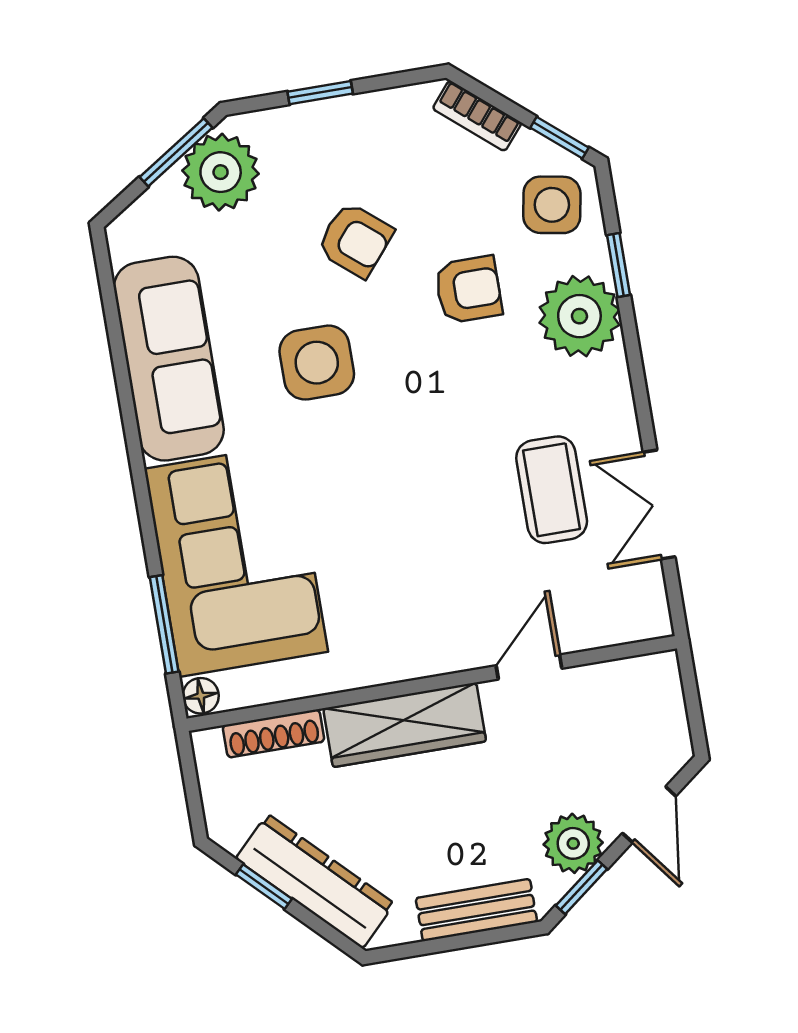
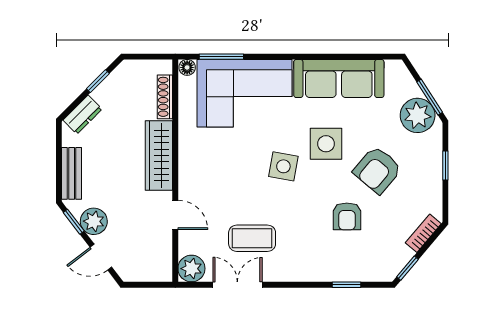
side table: (552, 205) -> (283, 166), moved
armchair: (355, 240) -> (377, 170), width x1.38, depth x1.38
plant: (579, 316) -> (191, 269), moved, width x0.73, depth x0.73
dresser: (315, 881) -> (83, 115), width x0.51, depth x0.80

